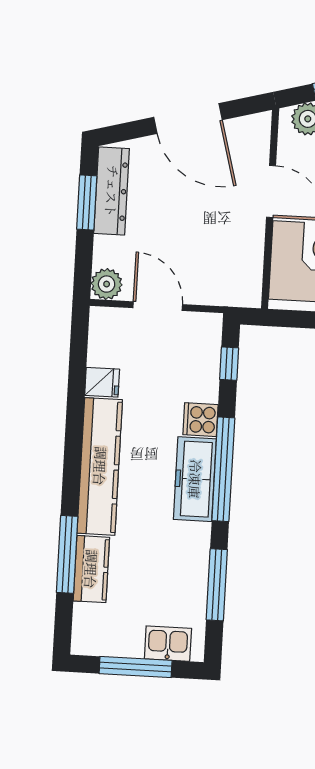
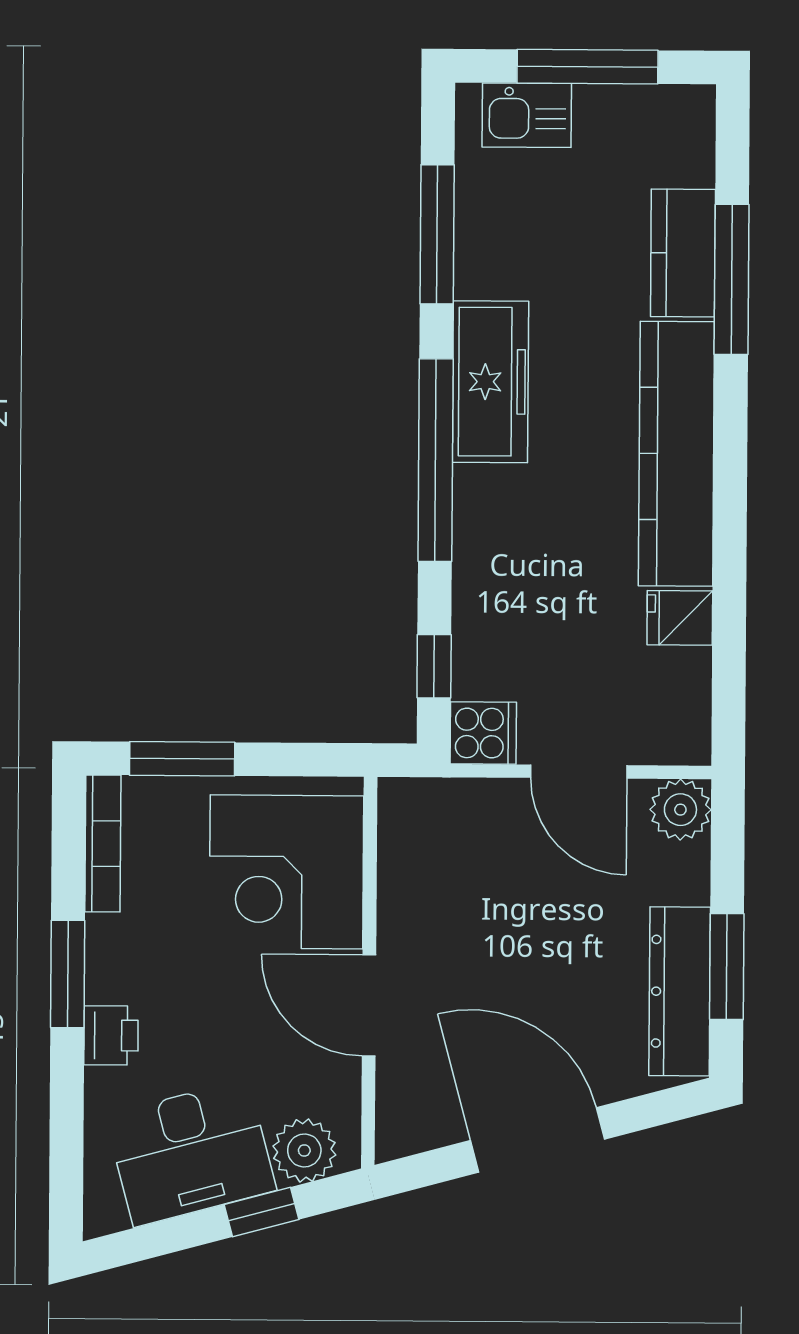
cooker: (201, 420) -> (483, 733), moved
freezer: (195, 479) -> (490, 382), moved

